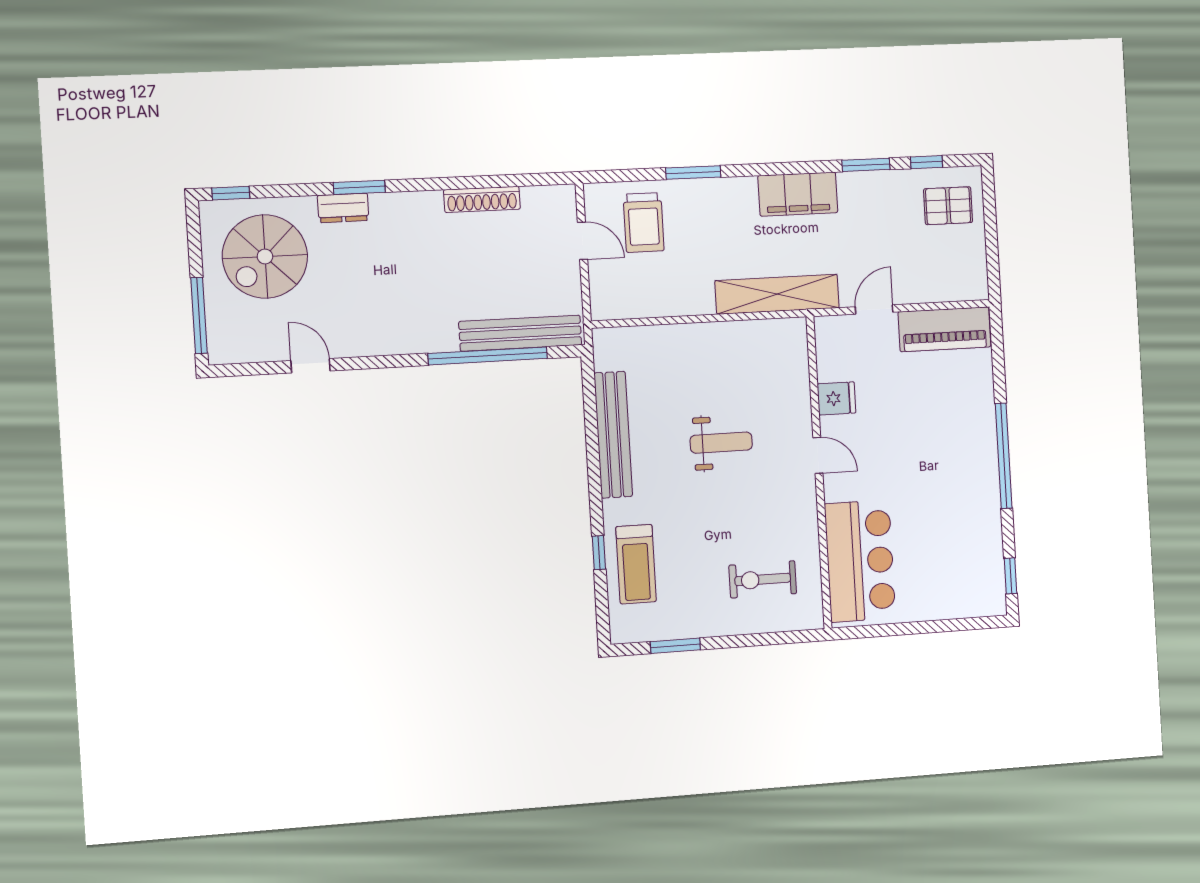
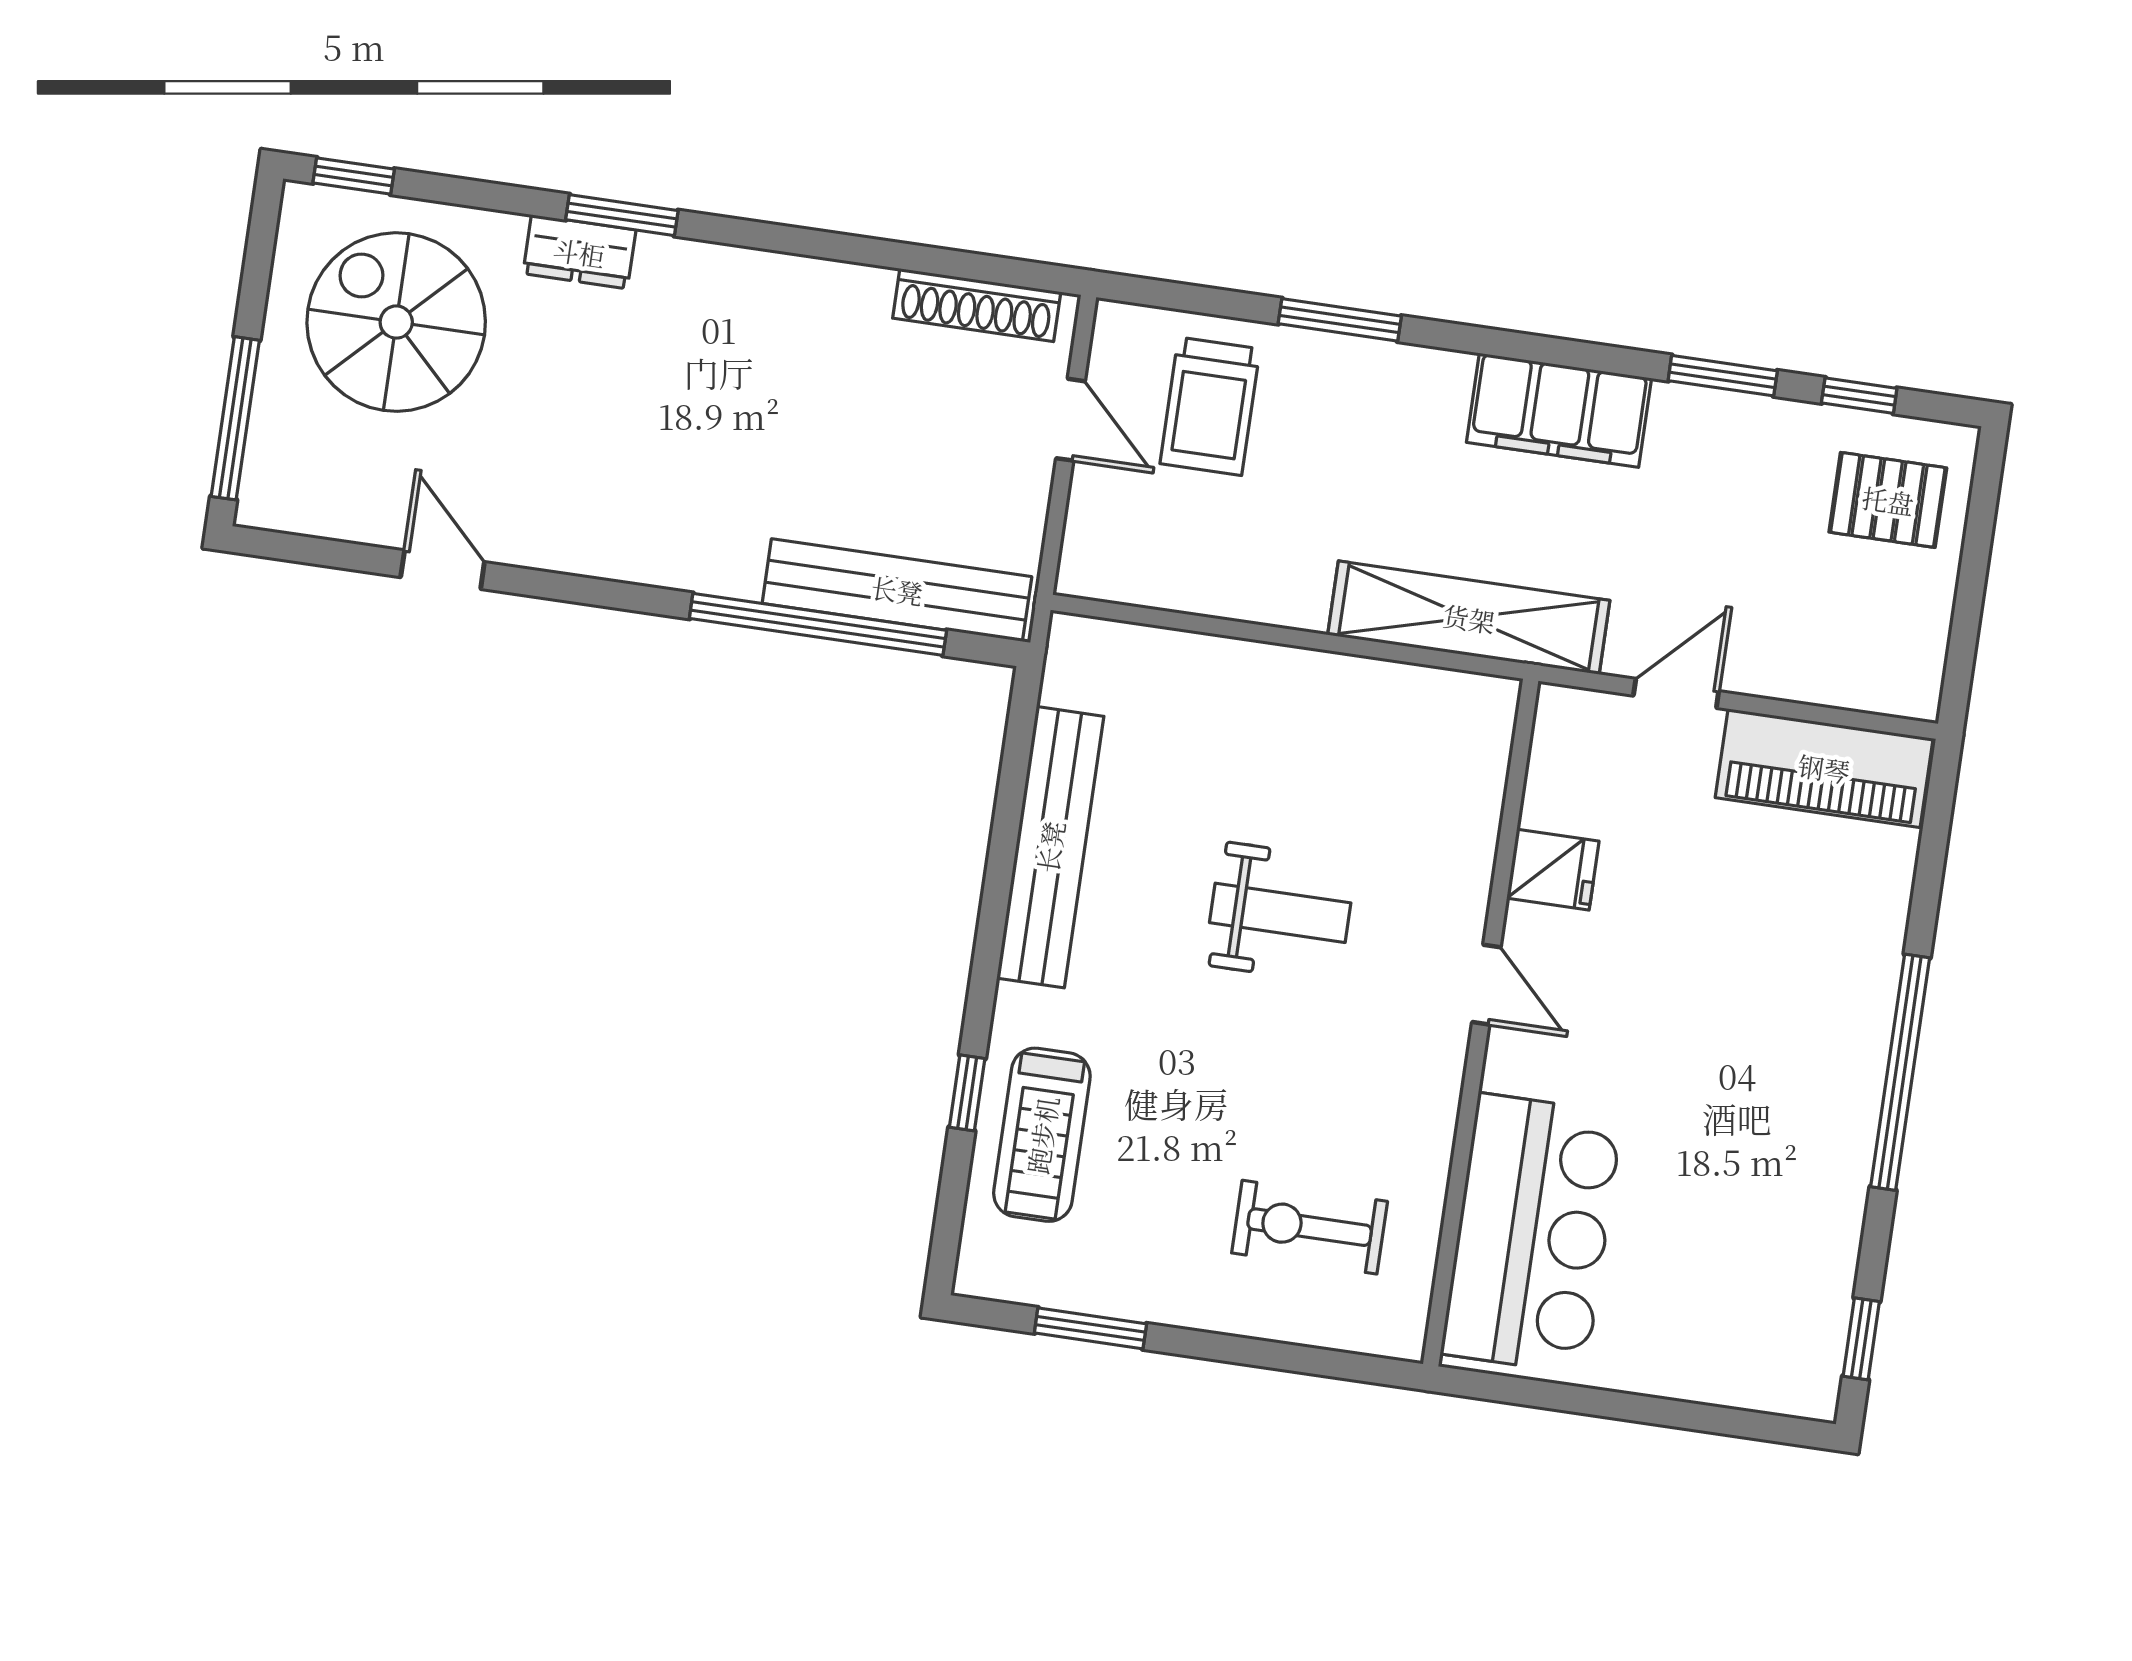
shoe rack: (482, 199) -> (977, 305), moved
spiral stairs: (265, 257) -> (396, 322), turned 90

